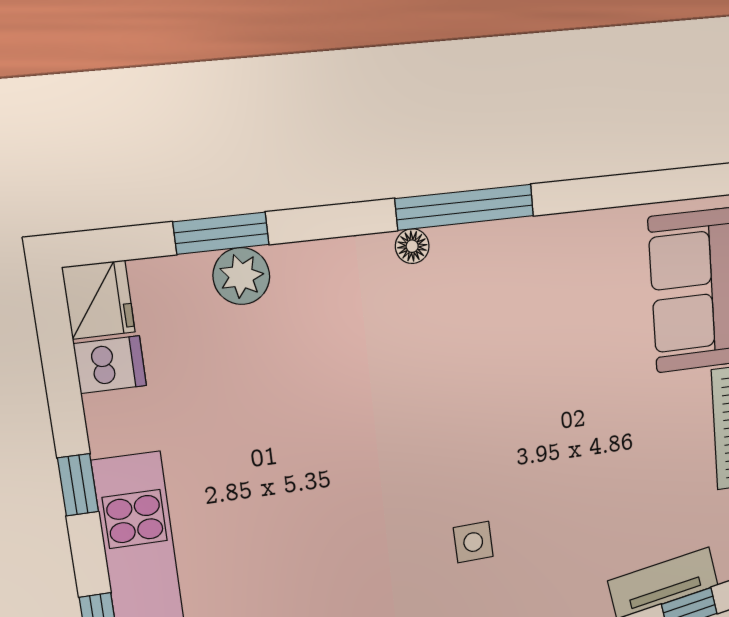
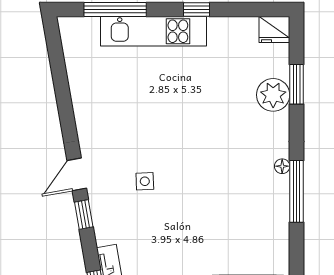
plant: (241, 276) -> (273, 95), width x1.36, depth x1.36
dishwasher: (110, 365) -> (246, 30), removed

